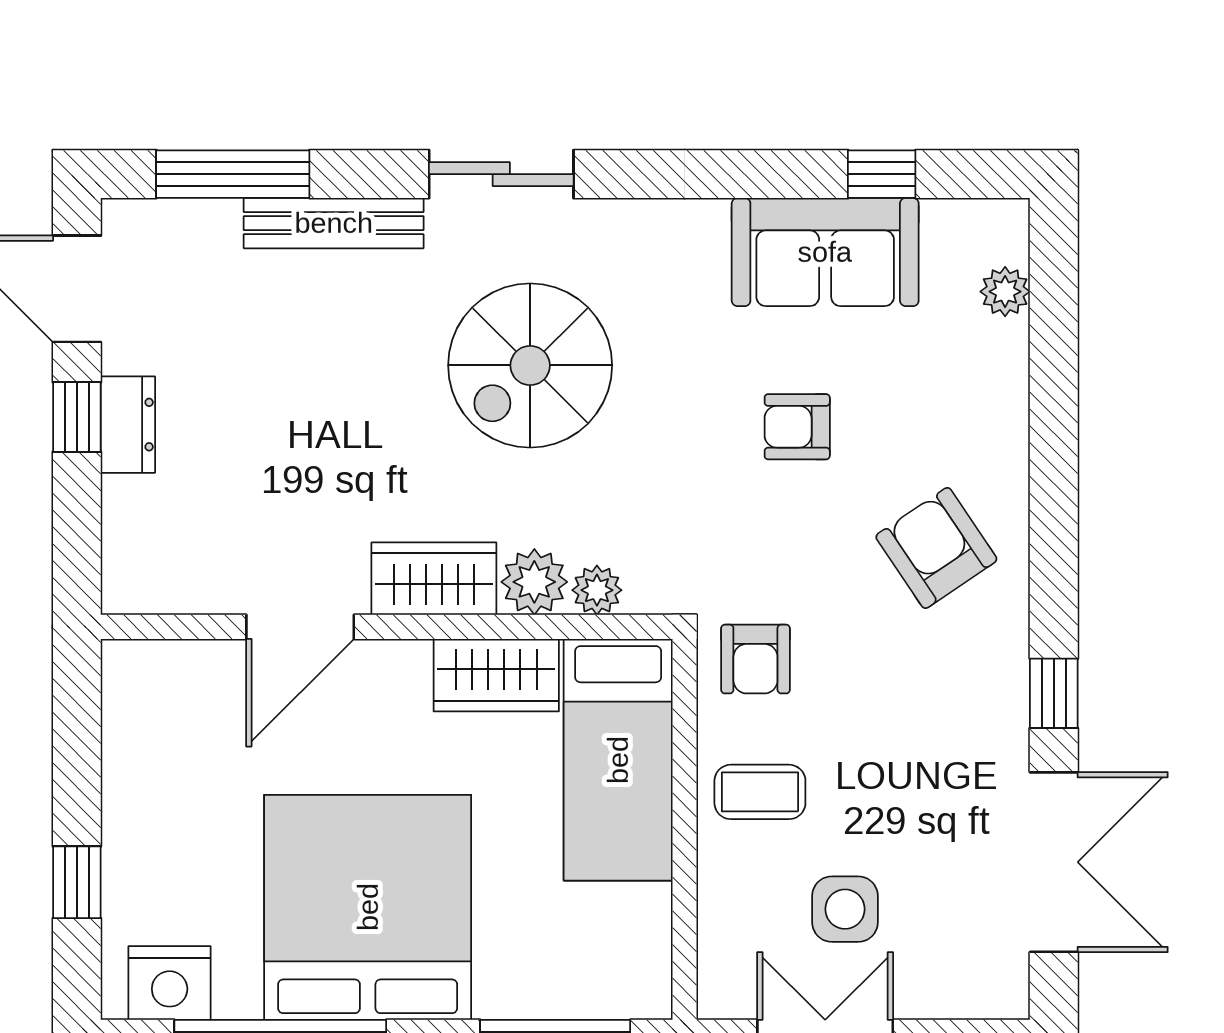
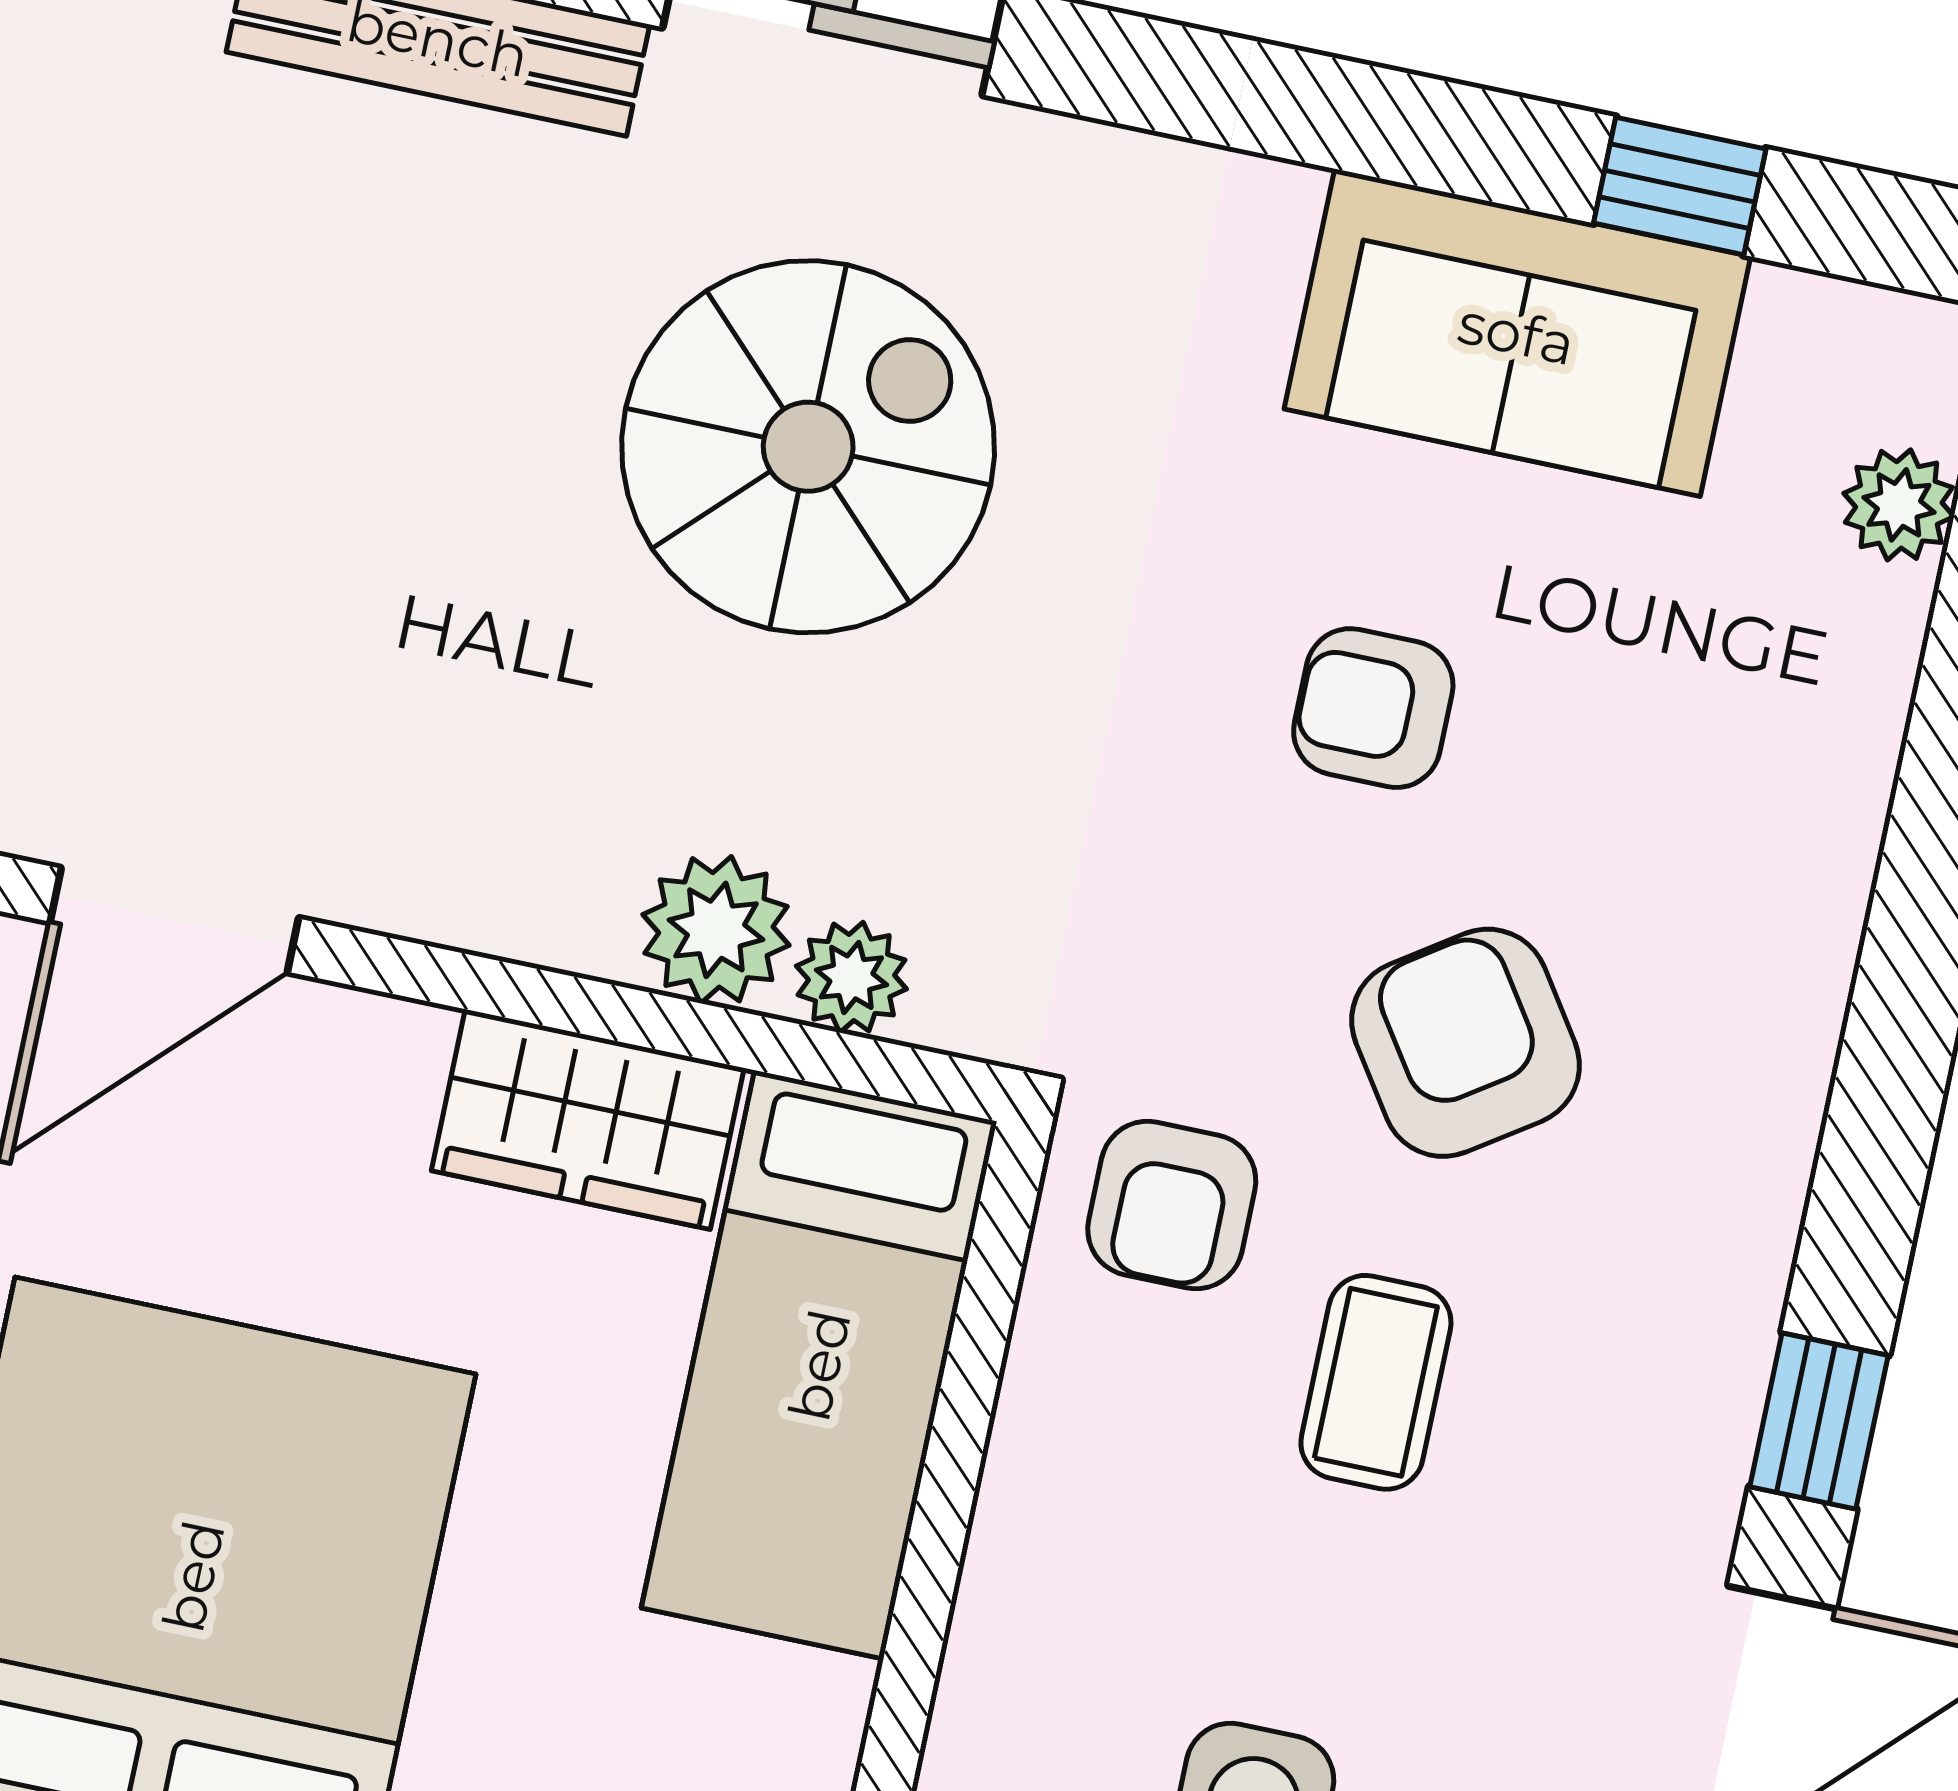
spiral stairs: (530, 365) -> (808, 447), turned 180
armchair: (936, 548) -> (1466, 1043), moved
wardrobe: (434, 579) -> (494, 876), removed
coffee table: (760, 792) -> (1376, 1382), moved, turned 90

